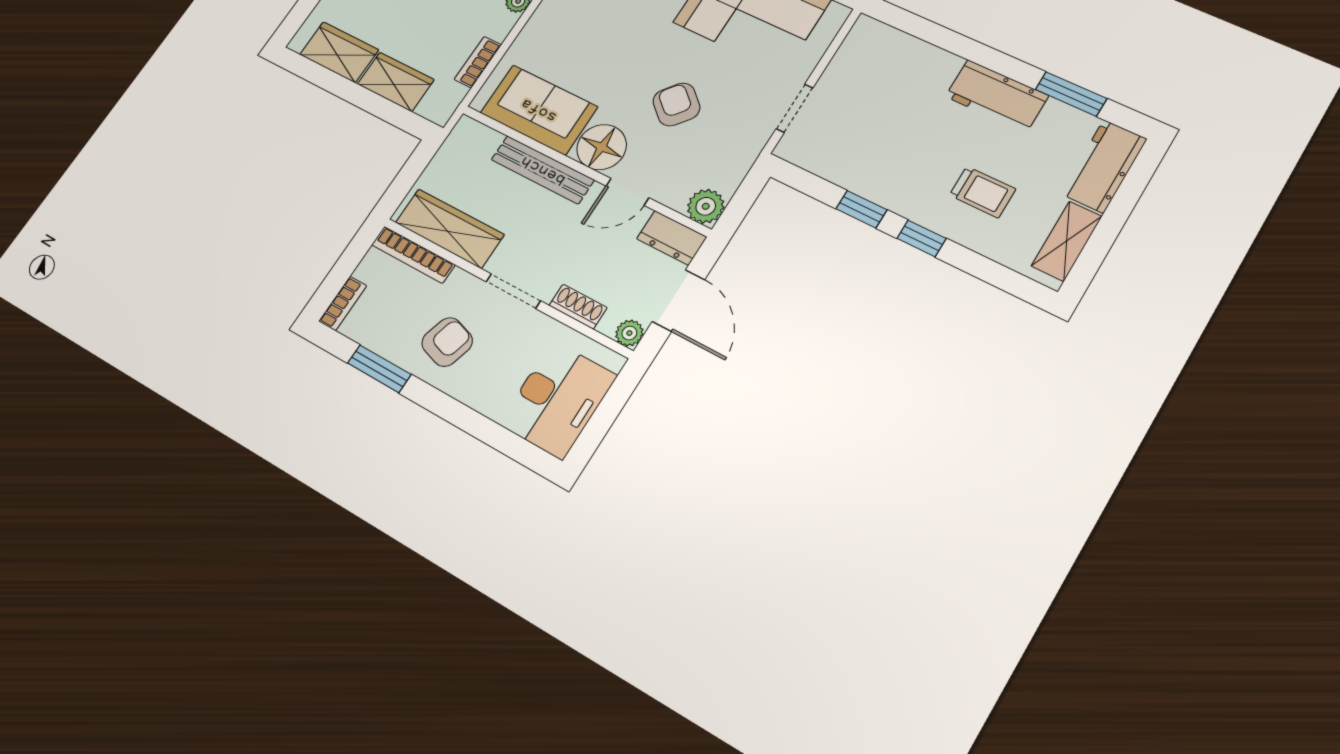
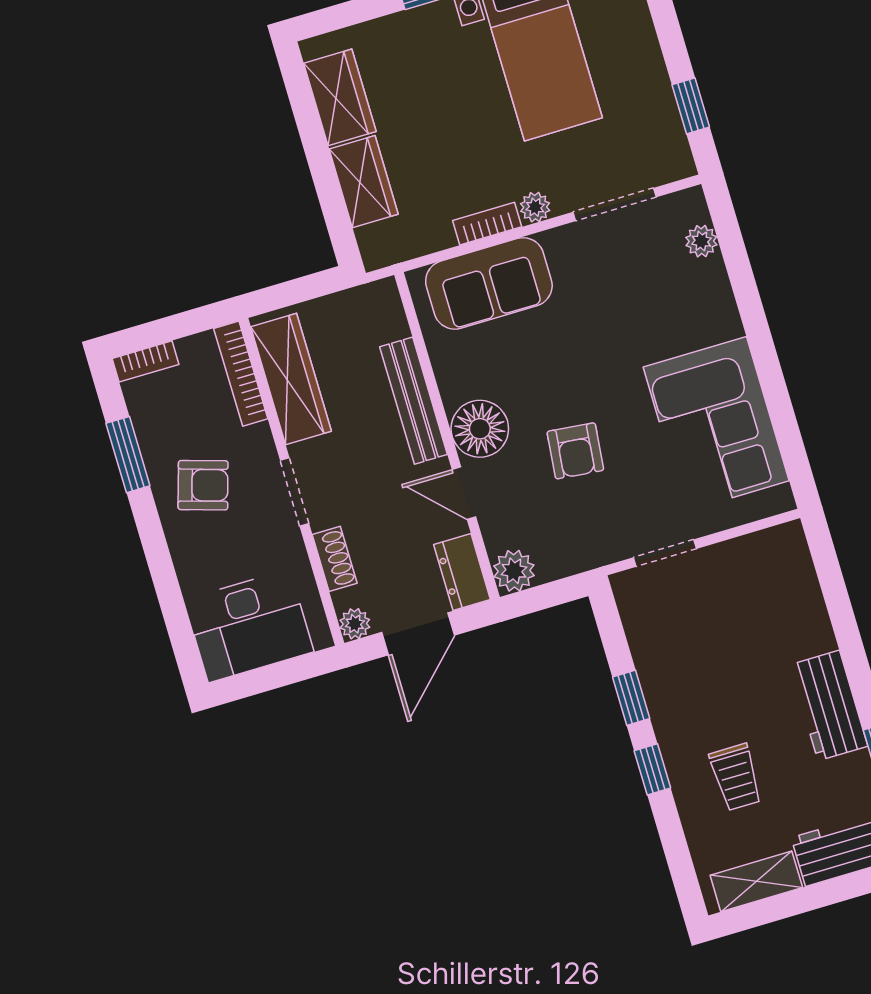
bookcase: (478, 62) -> (487, 224), moved
armchair: (676, 104) -> (575, 451), turned 146
sofa: (539, 110) -> (489, 283), moved, turned 90

